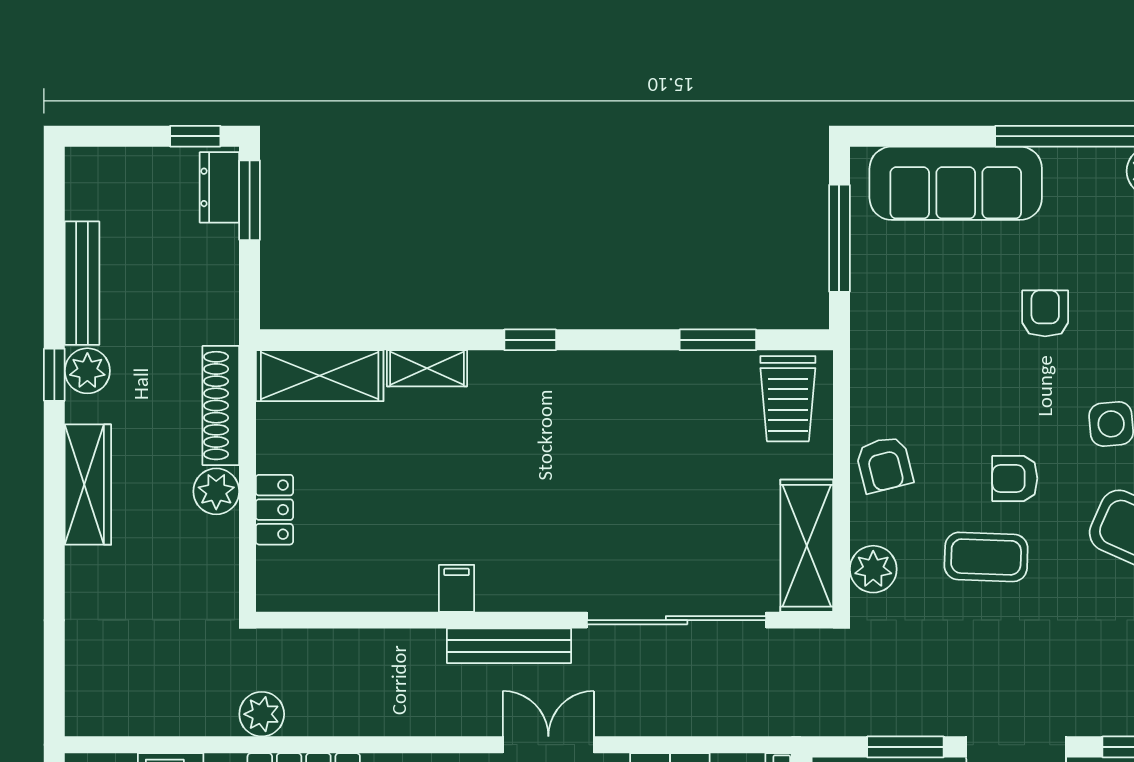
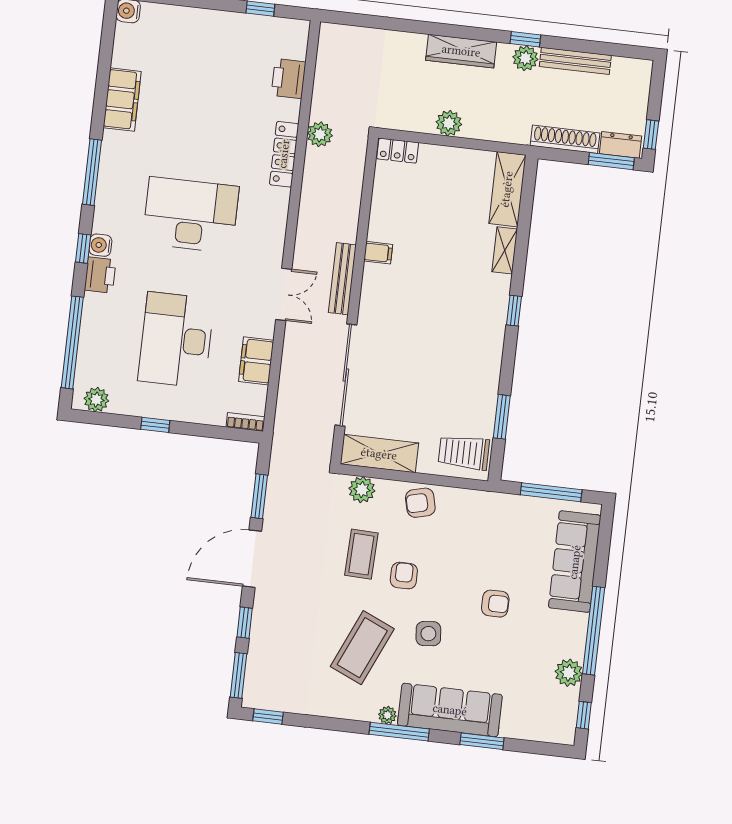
shoe rack: (221, 406) -> (565, 139), moved
locker: (274, 510) -> (398, 151), moved

